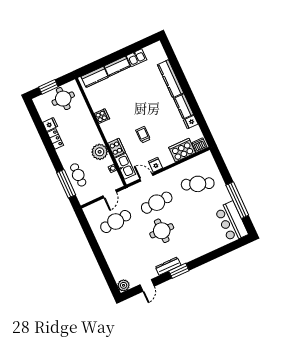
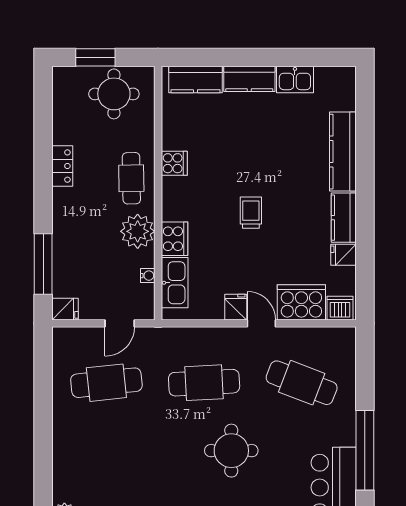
fridge: (50, 124) -> (65, 309), moved
trolley: (143, 135) -> (251, 213), moved
cafe table: (78, 175) -> (131, 178), moved
door: (146, 177) -> (261, 323), moved
round table: (162, 231) -> (231, 451), moved

